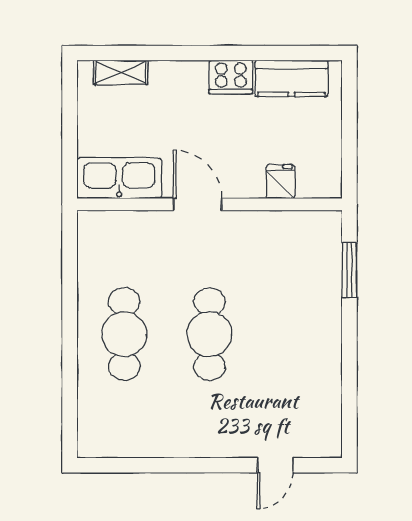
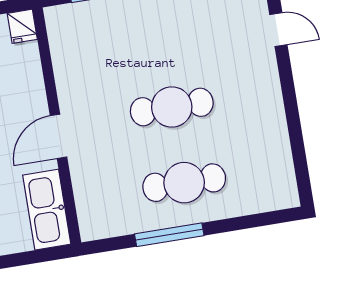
fridge: (280, 182) -> (22, 26), moved, turned -90
window: (70, 308) -> (169, 235), added

